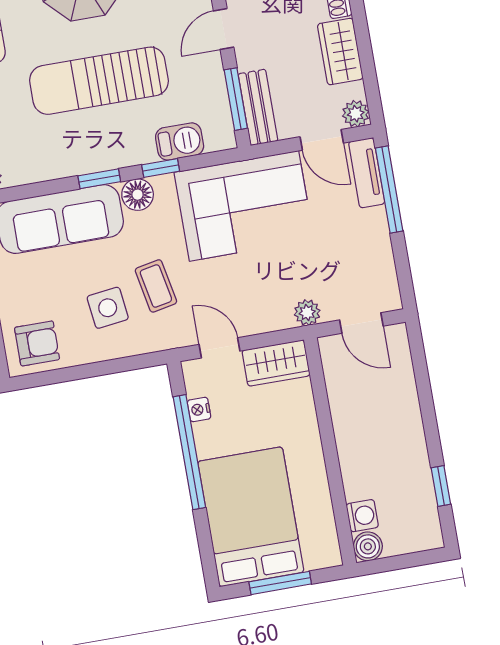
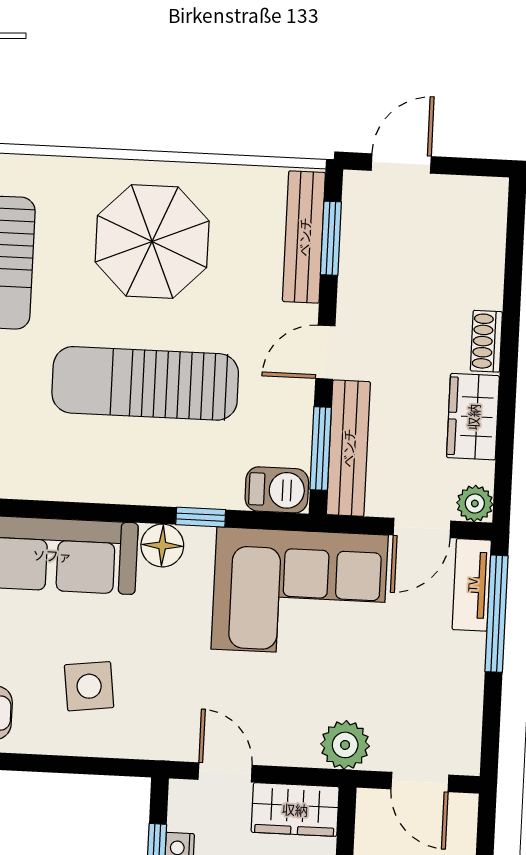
bench: (258, 107) -> (348, 448), width x1.36
door: (322, 140) -> (422, 528), hinge flipped
barbecue: (180, 141) -> (277, 490), moved
window: (99, 179) -> (116, 513), removed
coffee table: (156, 286) -> (159, 672), removed
plant: (307, 313) -> (345, 745), width x1.38, depth x1.38

